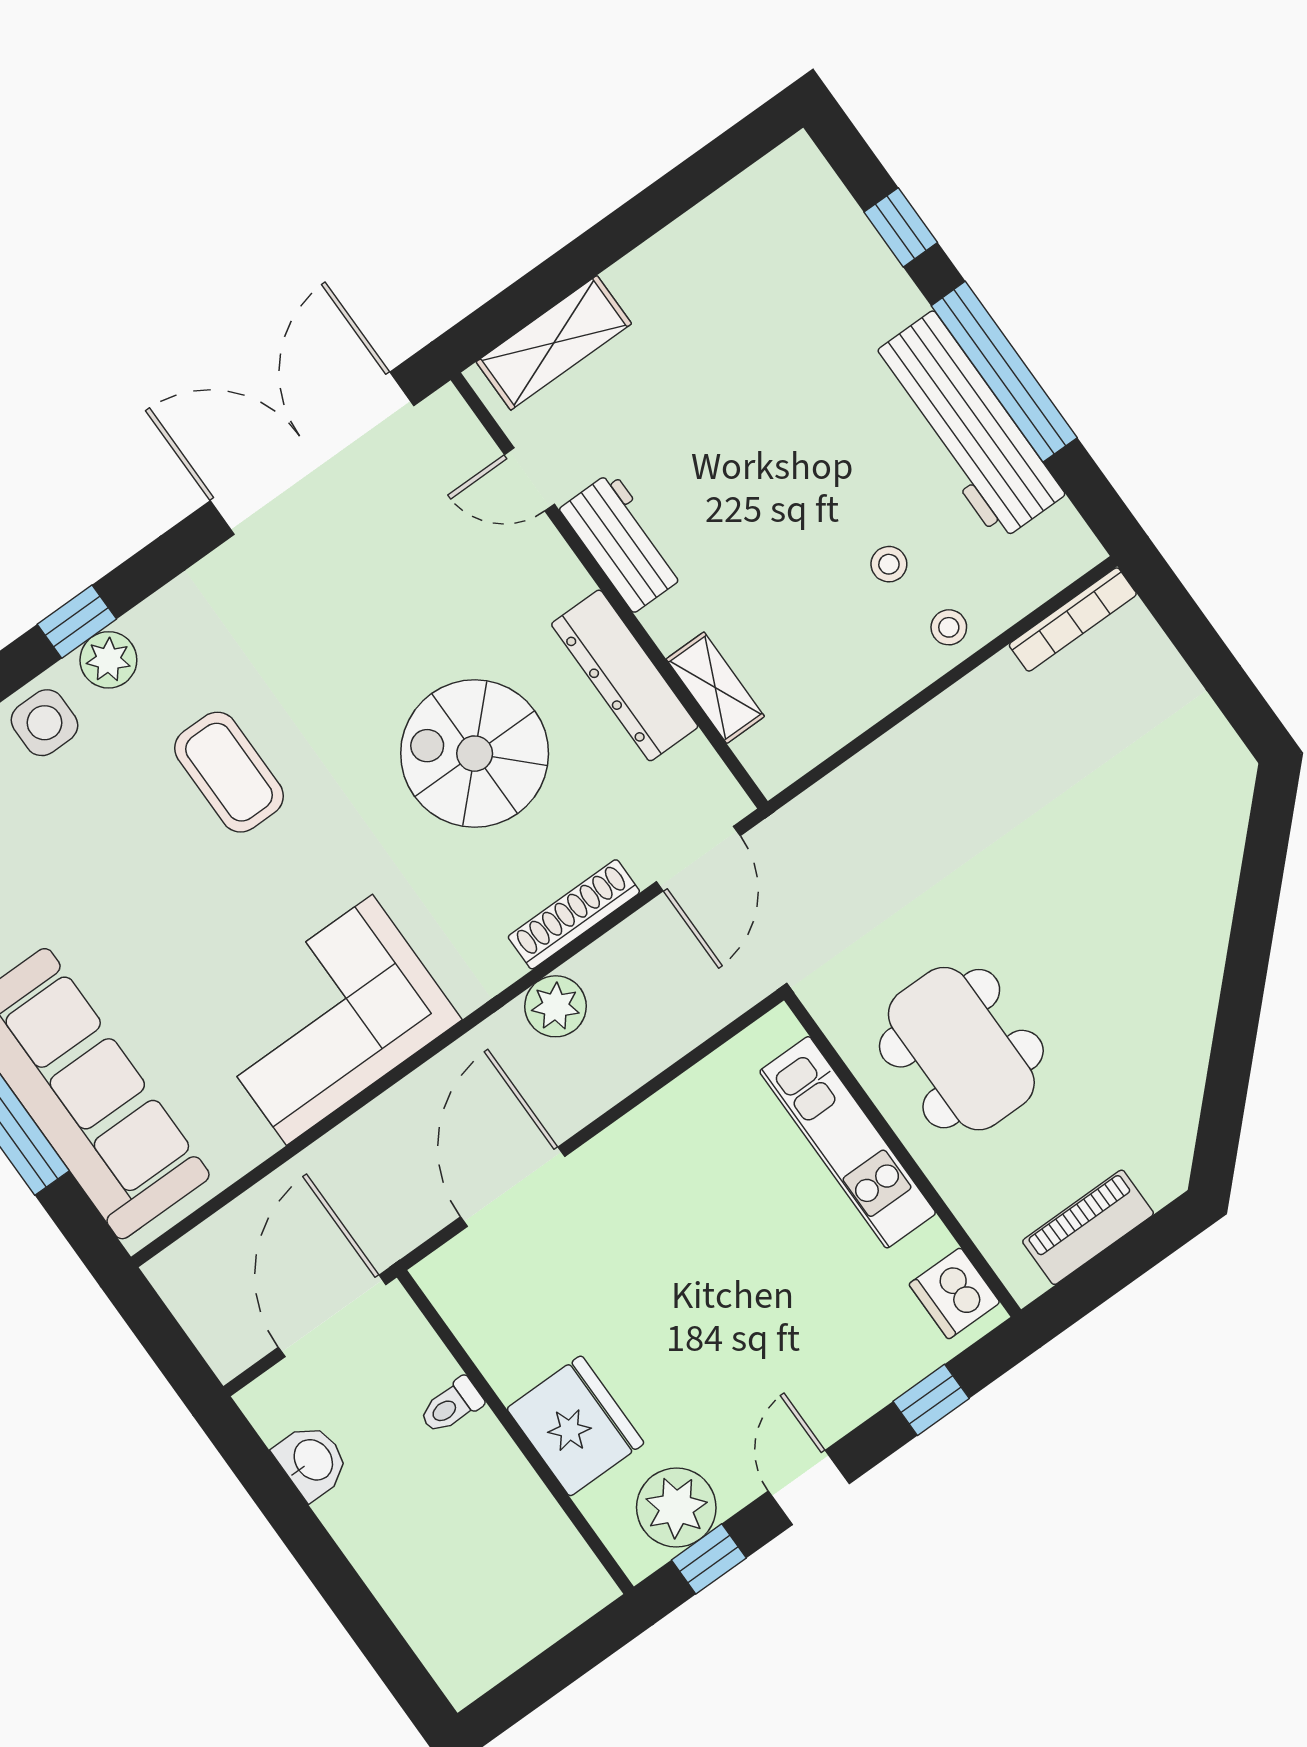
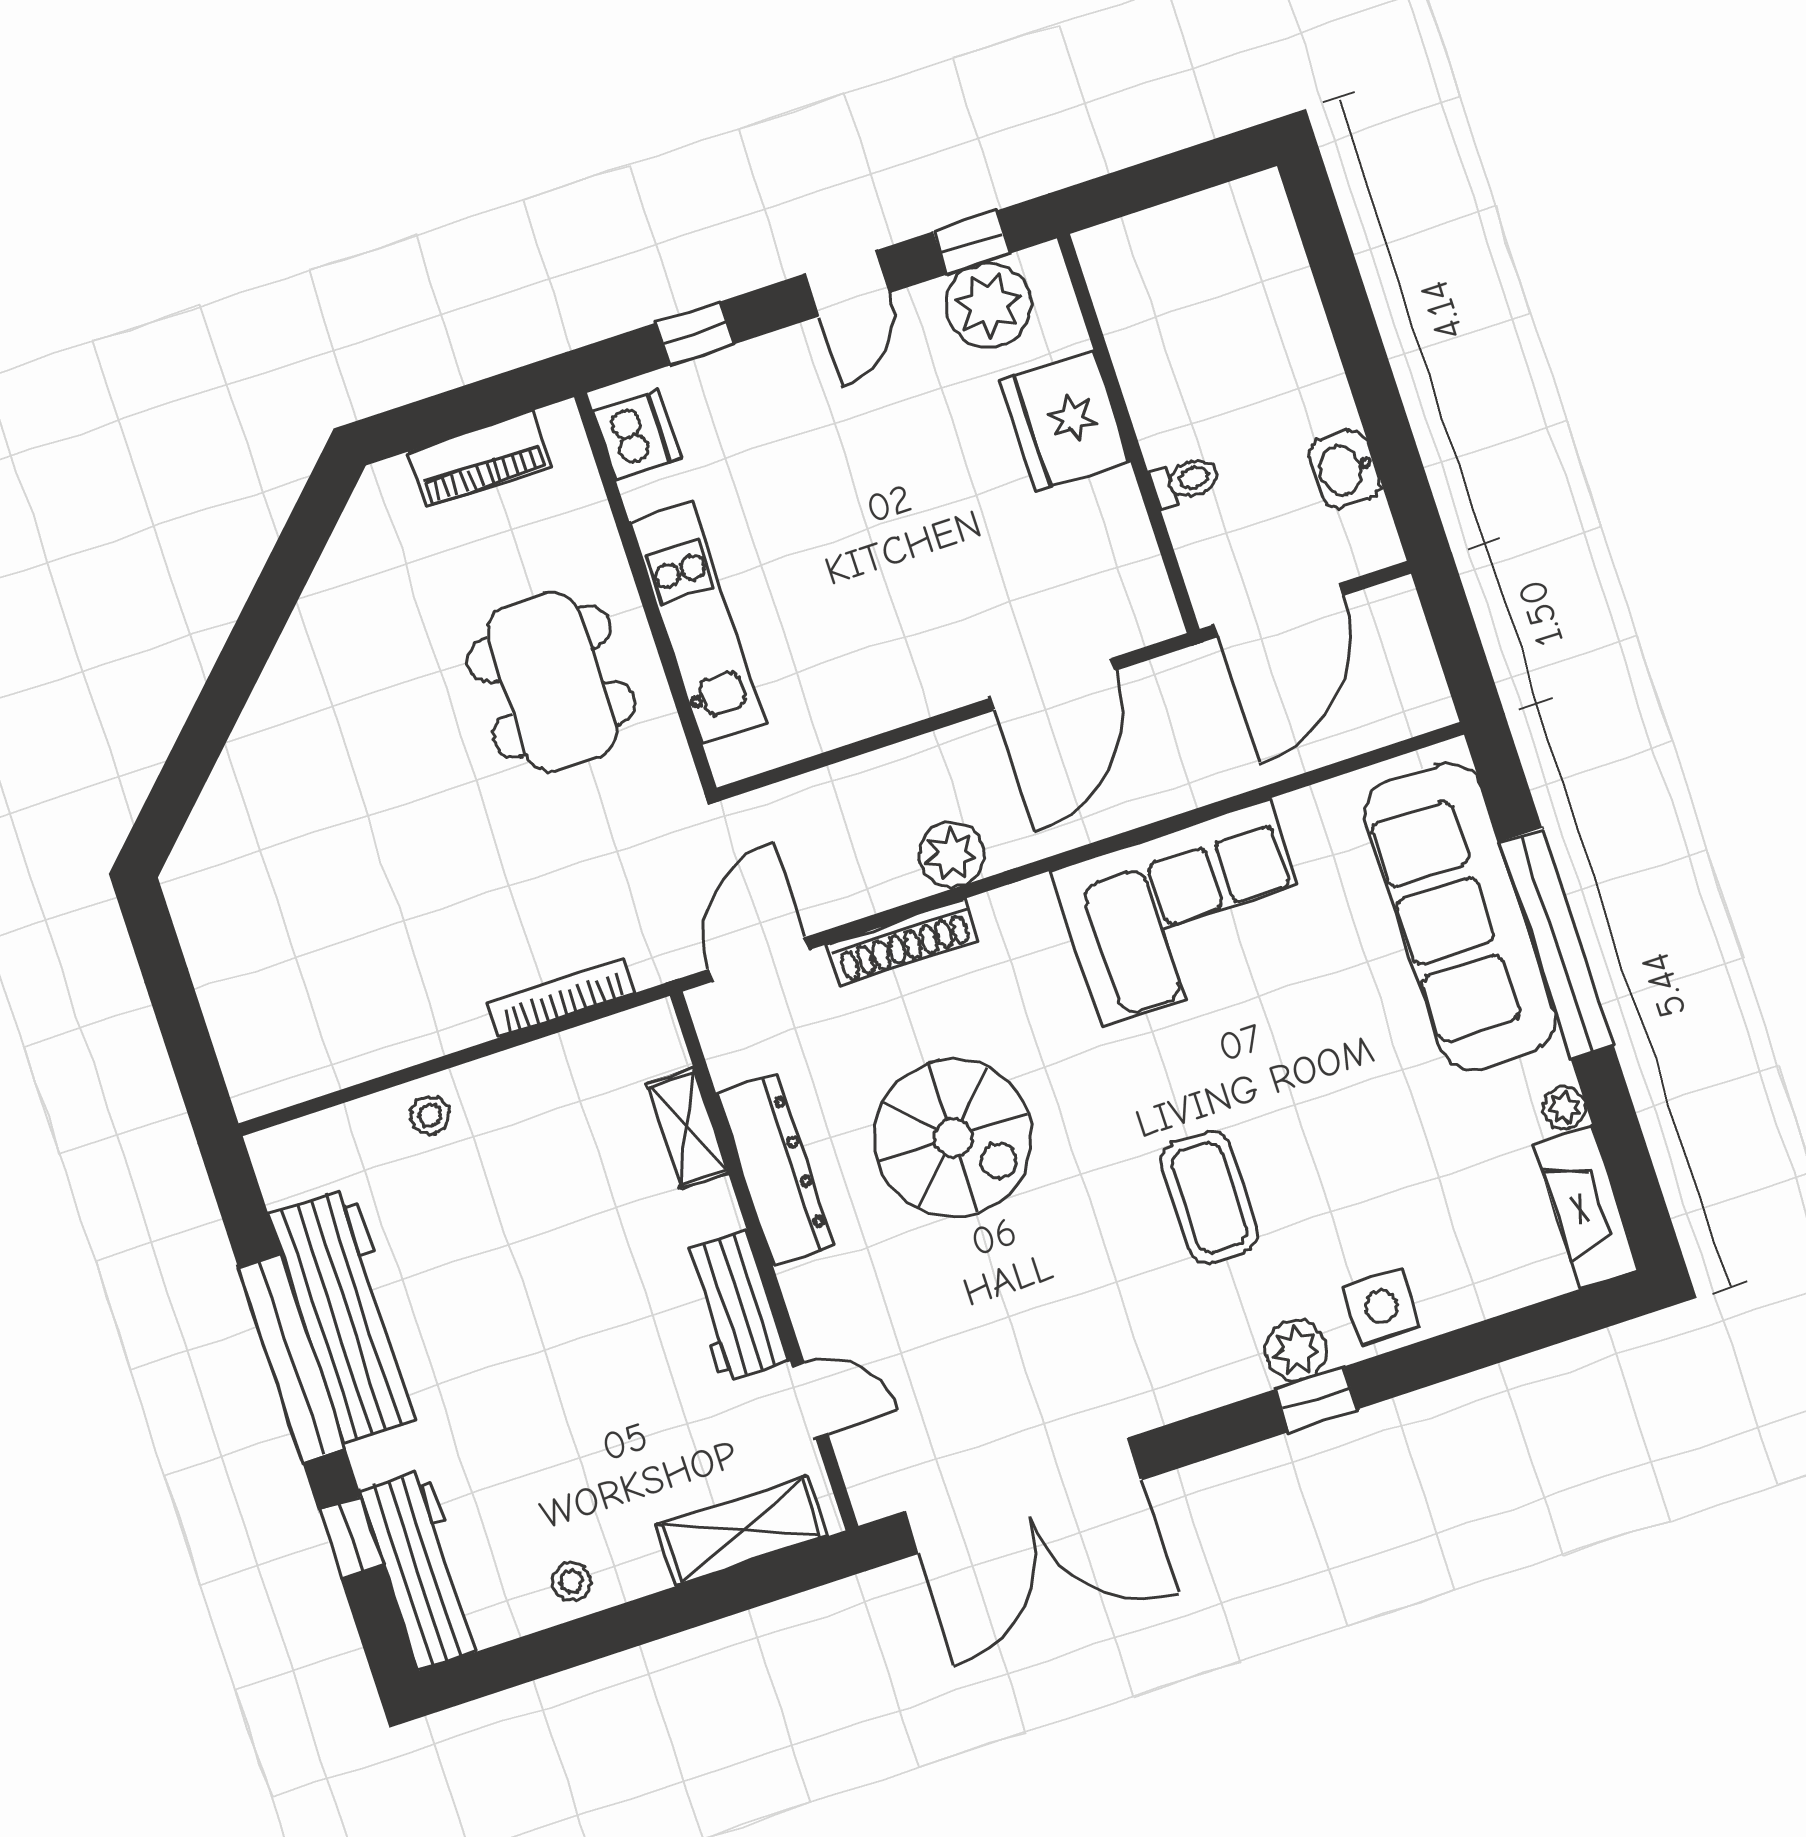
workbench: (828, 219) -> (423, 1569), added
stool: (889, 564) -> (572, 1582), moved
bookcase: (1073, 619) -> (562, 998), moved

